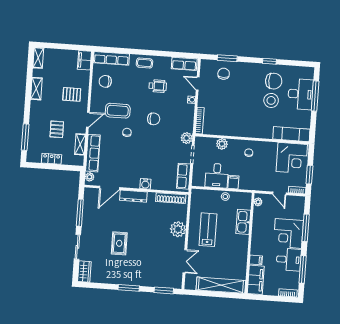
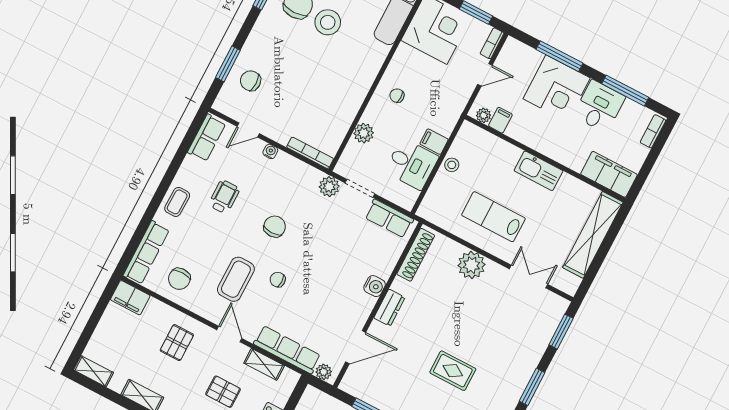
door: (110, 188) -> (356, 347), hinge flipped
dresser: (133, 196) -> (389, 308), width x0.70
kitchen sink: (243, 222) -> (539, 171), moved
filing cabinet: (256, 260) -> (500, 120), moved

